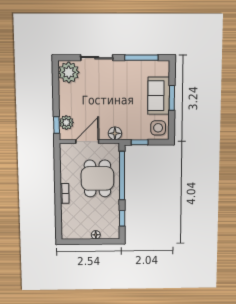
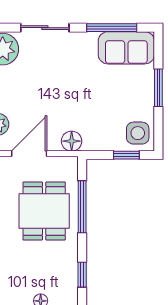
sofa: (159, 96) -> (126, 48), moved, turned -90
window: (140, 142) -> (126, 155), moved
window: (122, 176) -> (82, 207), width x0.68

